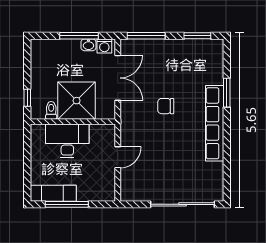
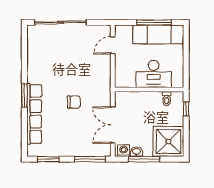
window: (227, 93) -> (24, 95), moved
shower: (77, 101) -> (168, 141), moved
row of seats: (215, 123) -> (34, 114), moved
door: (118, 157) -> (113, 45), moved
exam couch: (53, 193) -> (158, 34), width x1.36, depth x1.45

